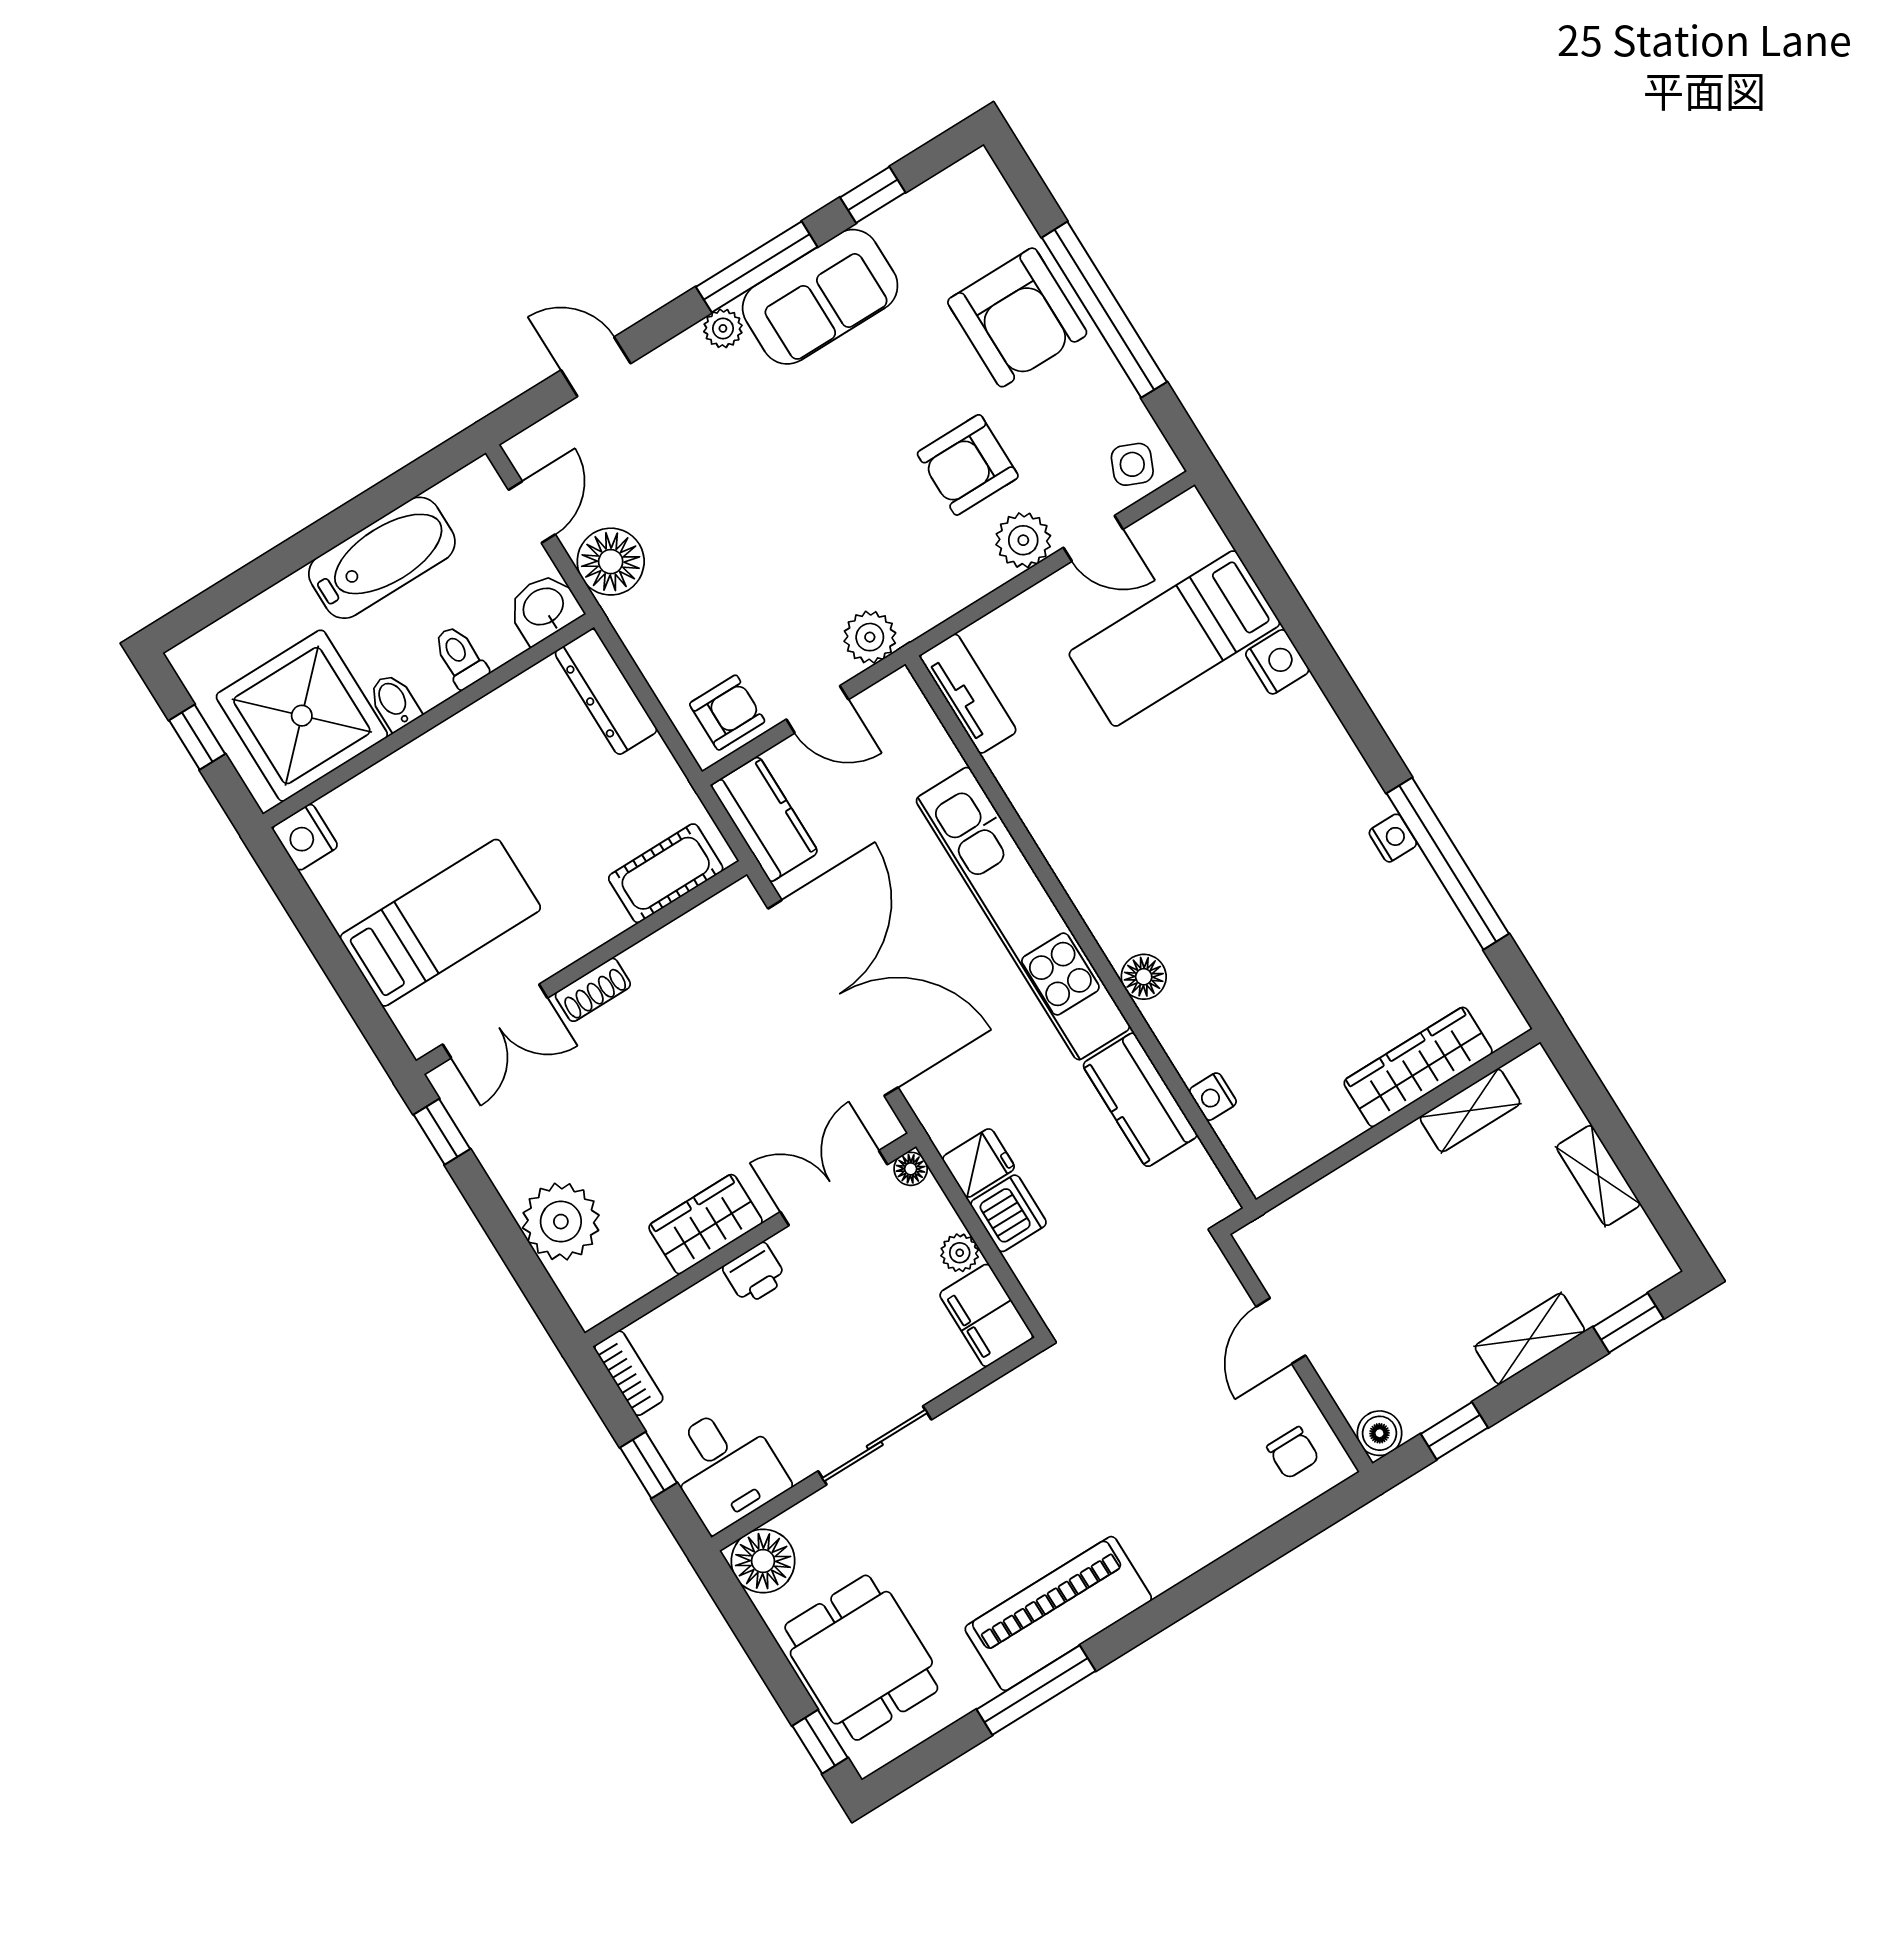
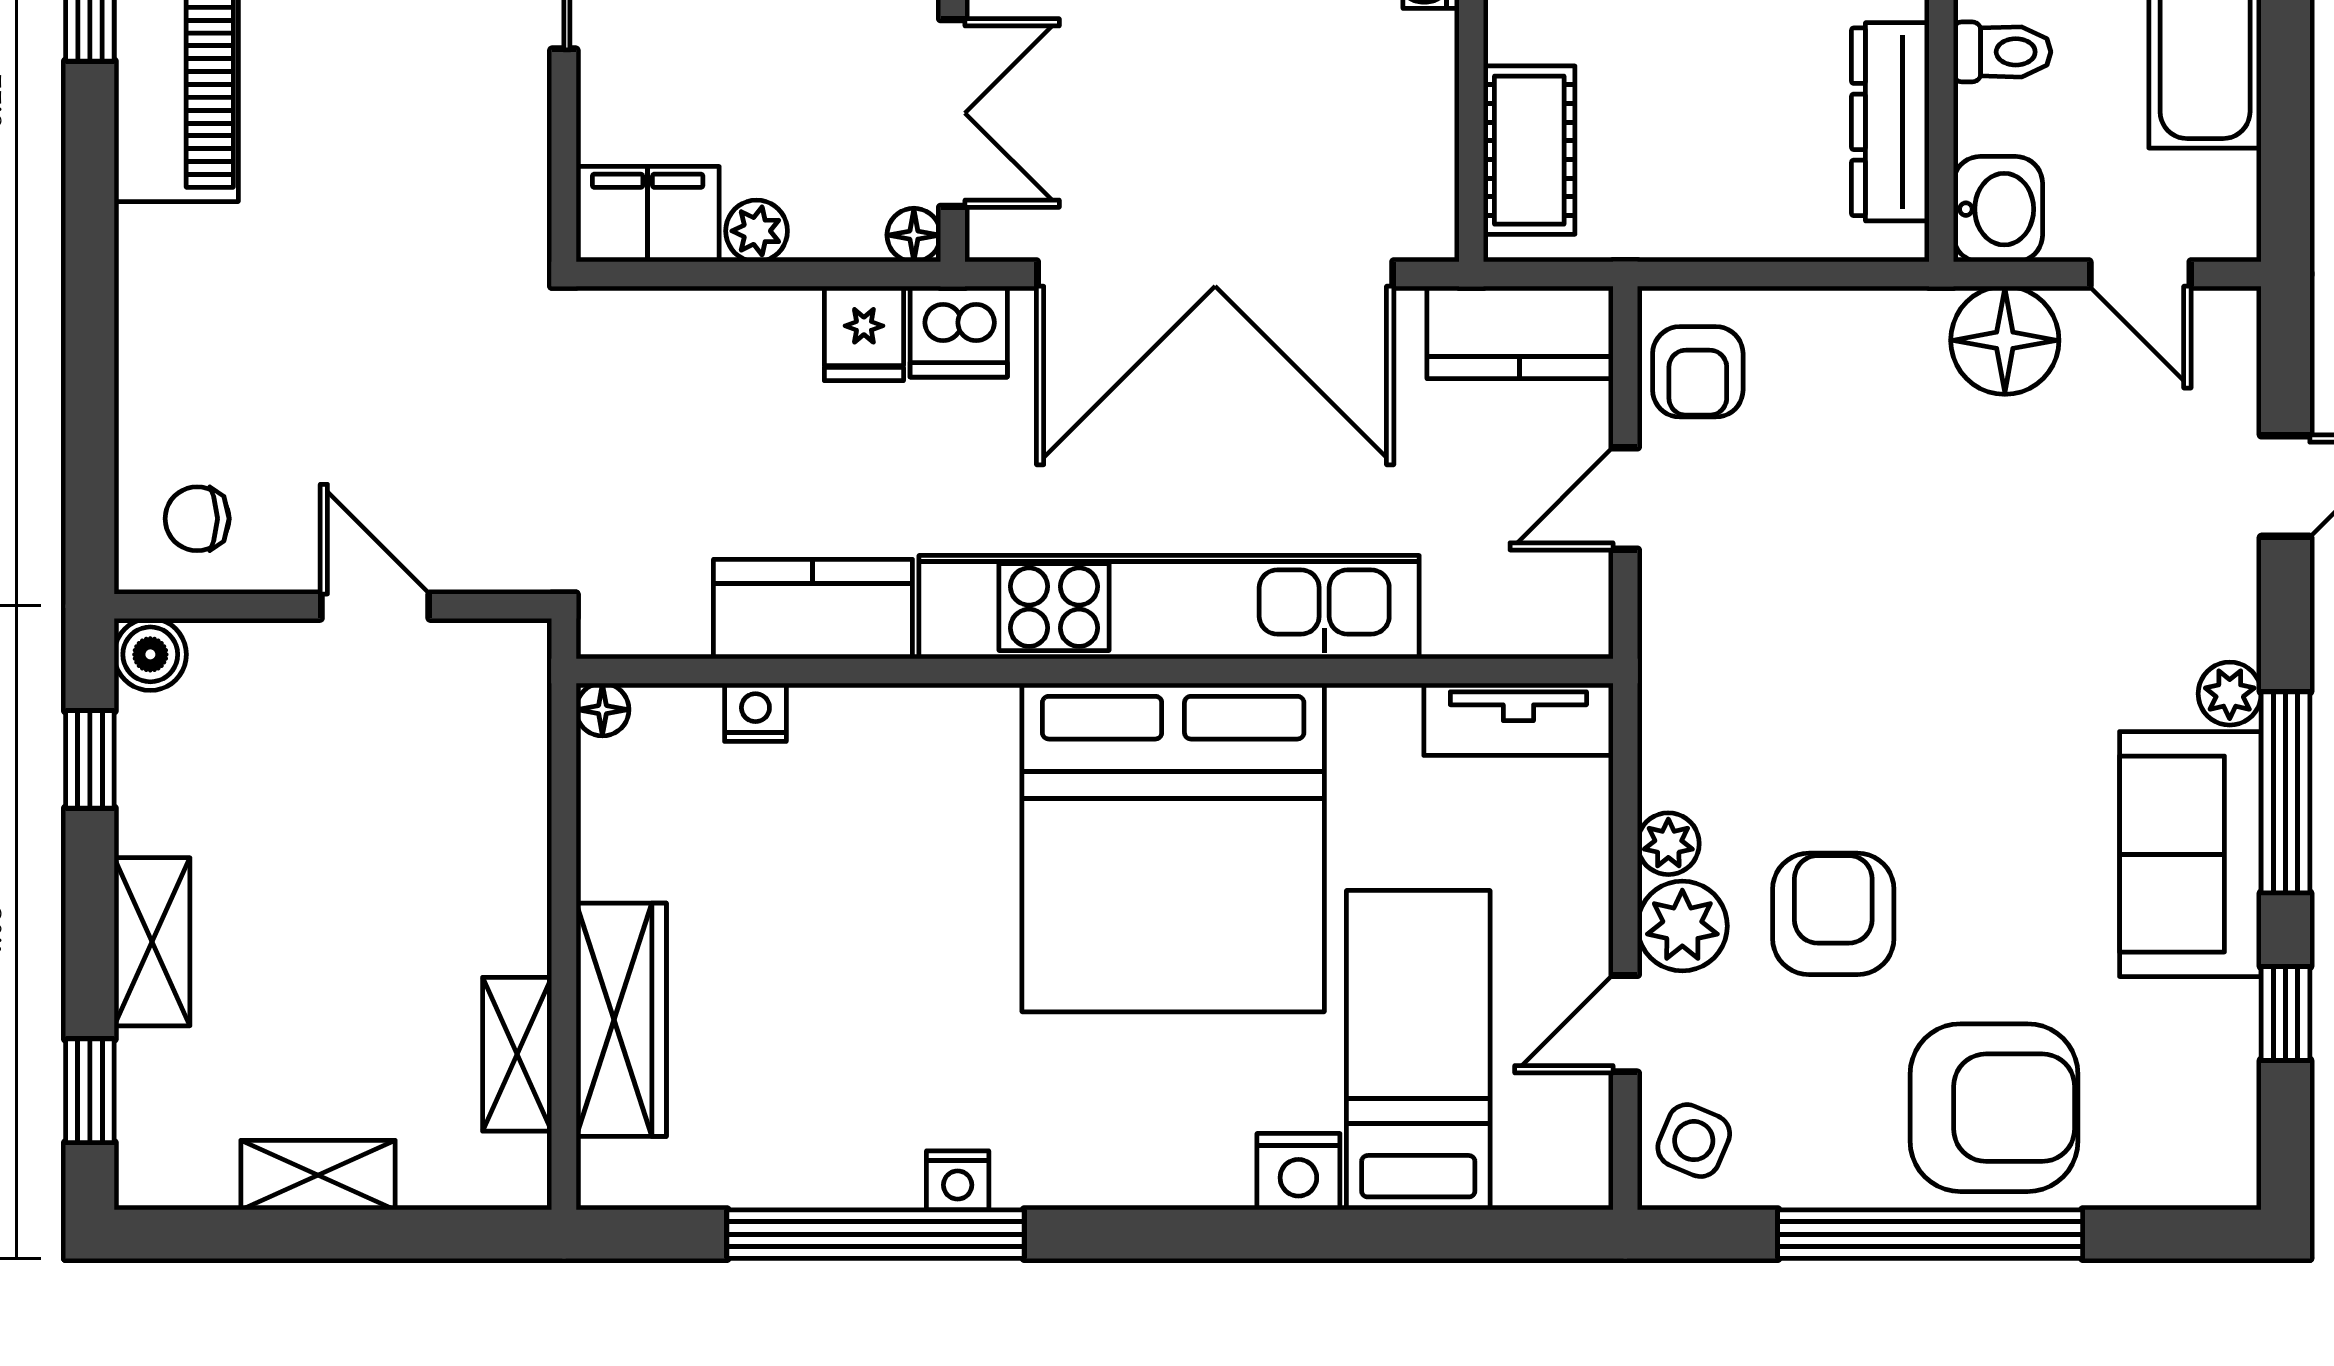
armchair: (1017, 317) -> (1994, 1108), turned 180
plant: (870, 637) -> (1668, 844), moved, width x0.73, depth x0.73
dresser: (606, 692) -> (1890, 122), moved, turned -90
bed: (1148, 833) -> (1173, 847), added
floor lamp: (1144, 977) -> (602, 710), moved, width x0.73, depth x0.73
dishwasher: (1008, 1213) -> (959, 332), moved

